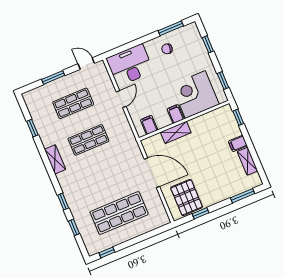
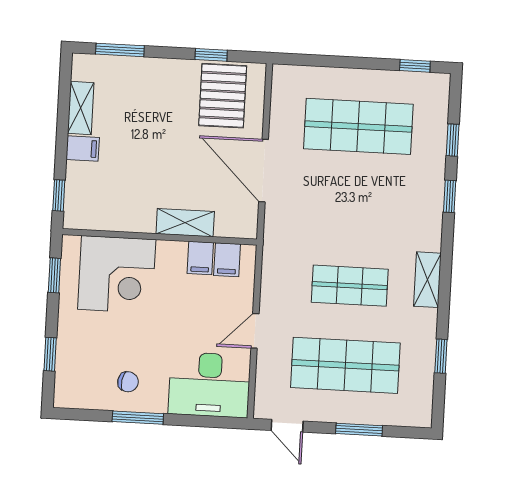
window: (171, 28) -> (138, 418), moved
shop shelf: (73, 103) -> (345, 365), width x1.43, depth x1.36
filing cabinet: (176, 114) -> (200, 258), moved

